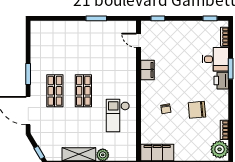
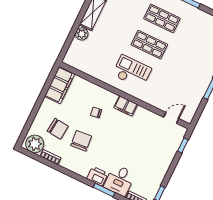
filing cabinet: (147, 70) -> (126, 106), moved
checkout: (118, 115) -> (132, 72), moved
chair: (196, 136) -> (58, 129), added

